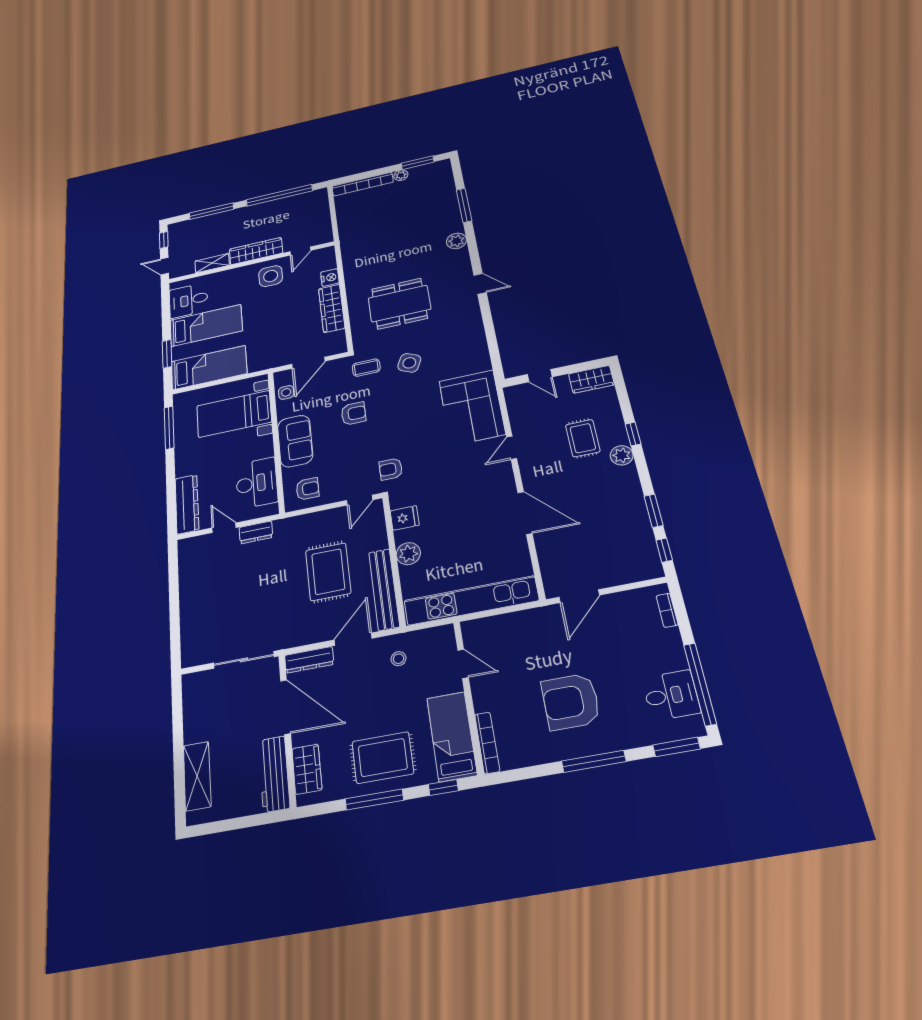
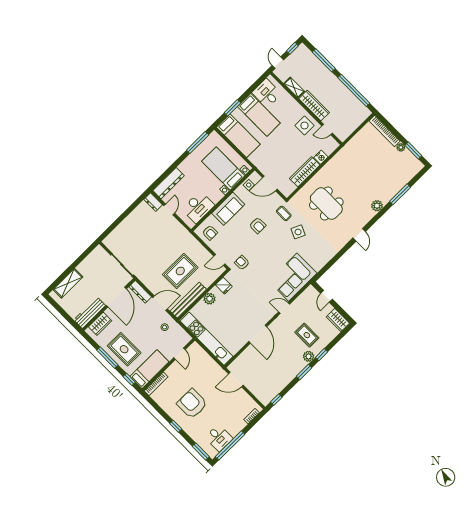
rug: (583, 438) -> (307, 335), turned 90
window: (654, 511) -> (304, 372), moved
dresser: (256, 532) -> (153, 202), moved
window: (594, 761) -> (176, 426), width x0.46

